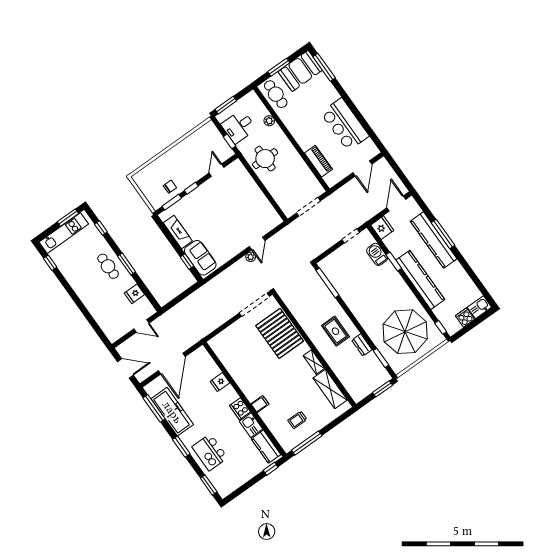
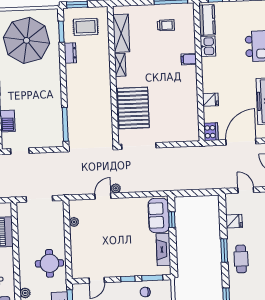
plant: (267, 206) -> (74, 222), added
rug: (335, 331) -> (86, 27), moved, turned 90
cooker: (240, 409) -> (211, 132), moved

